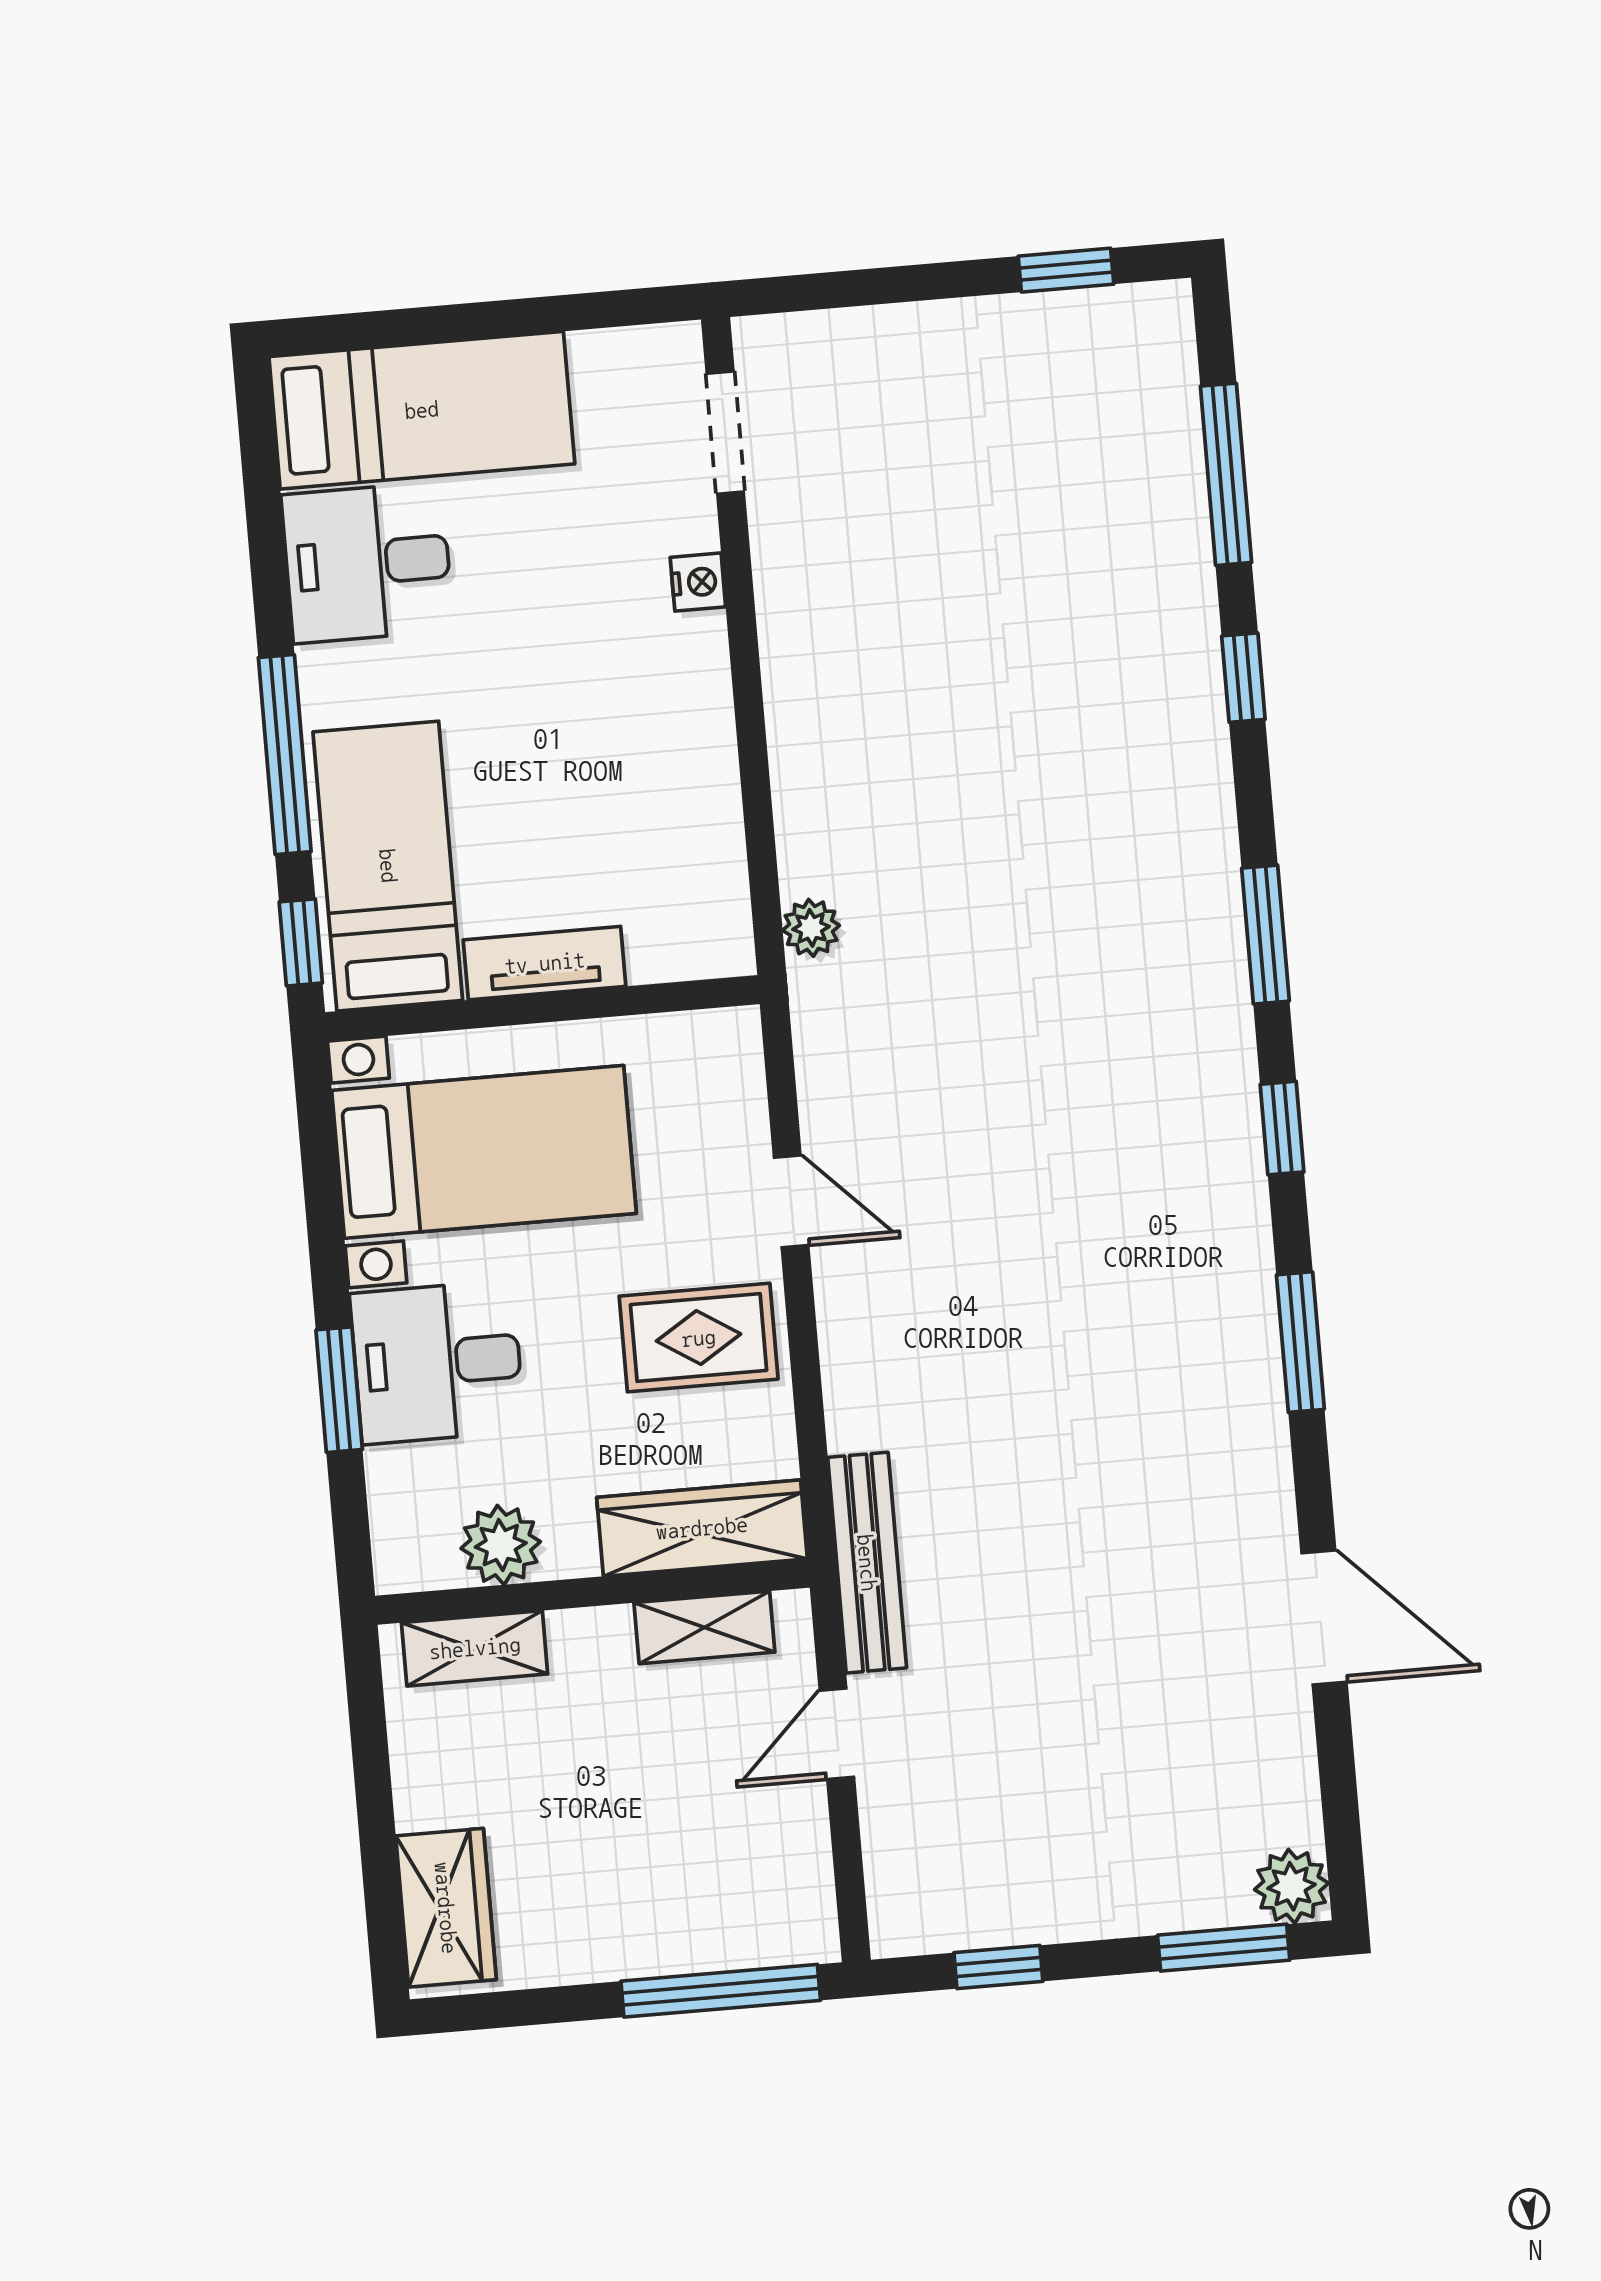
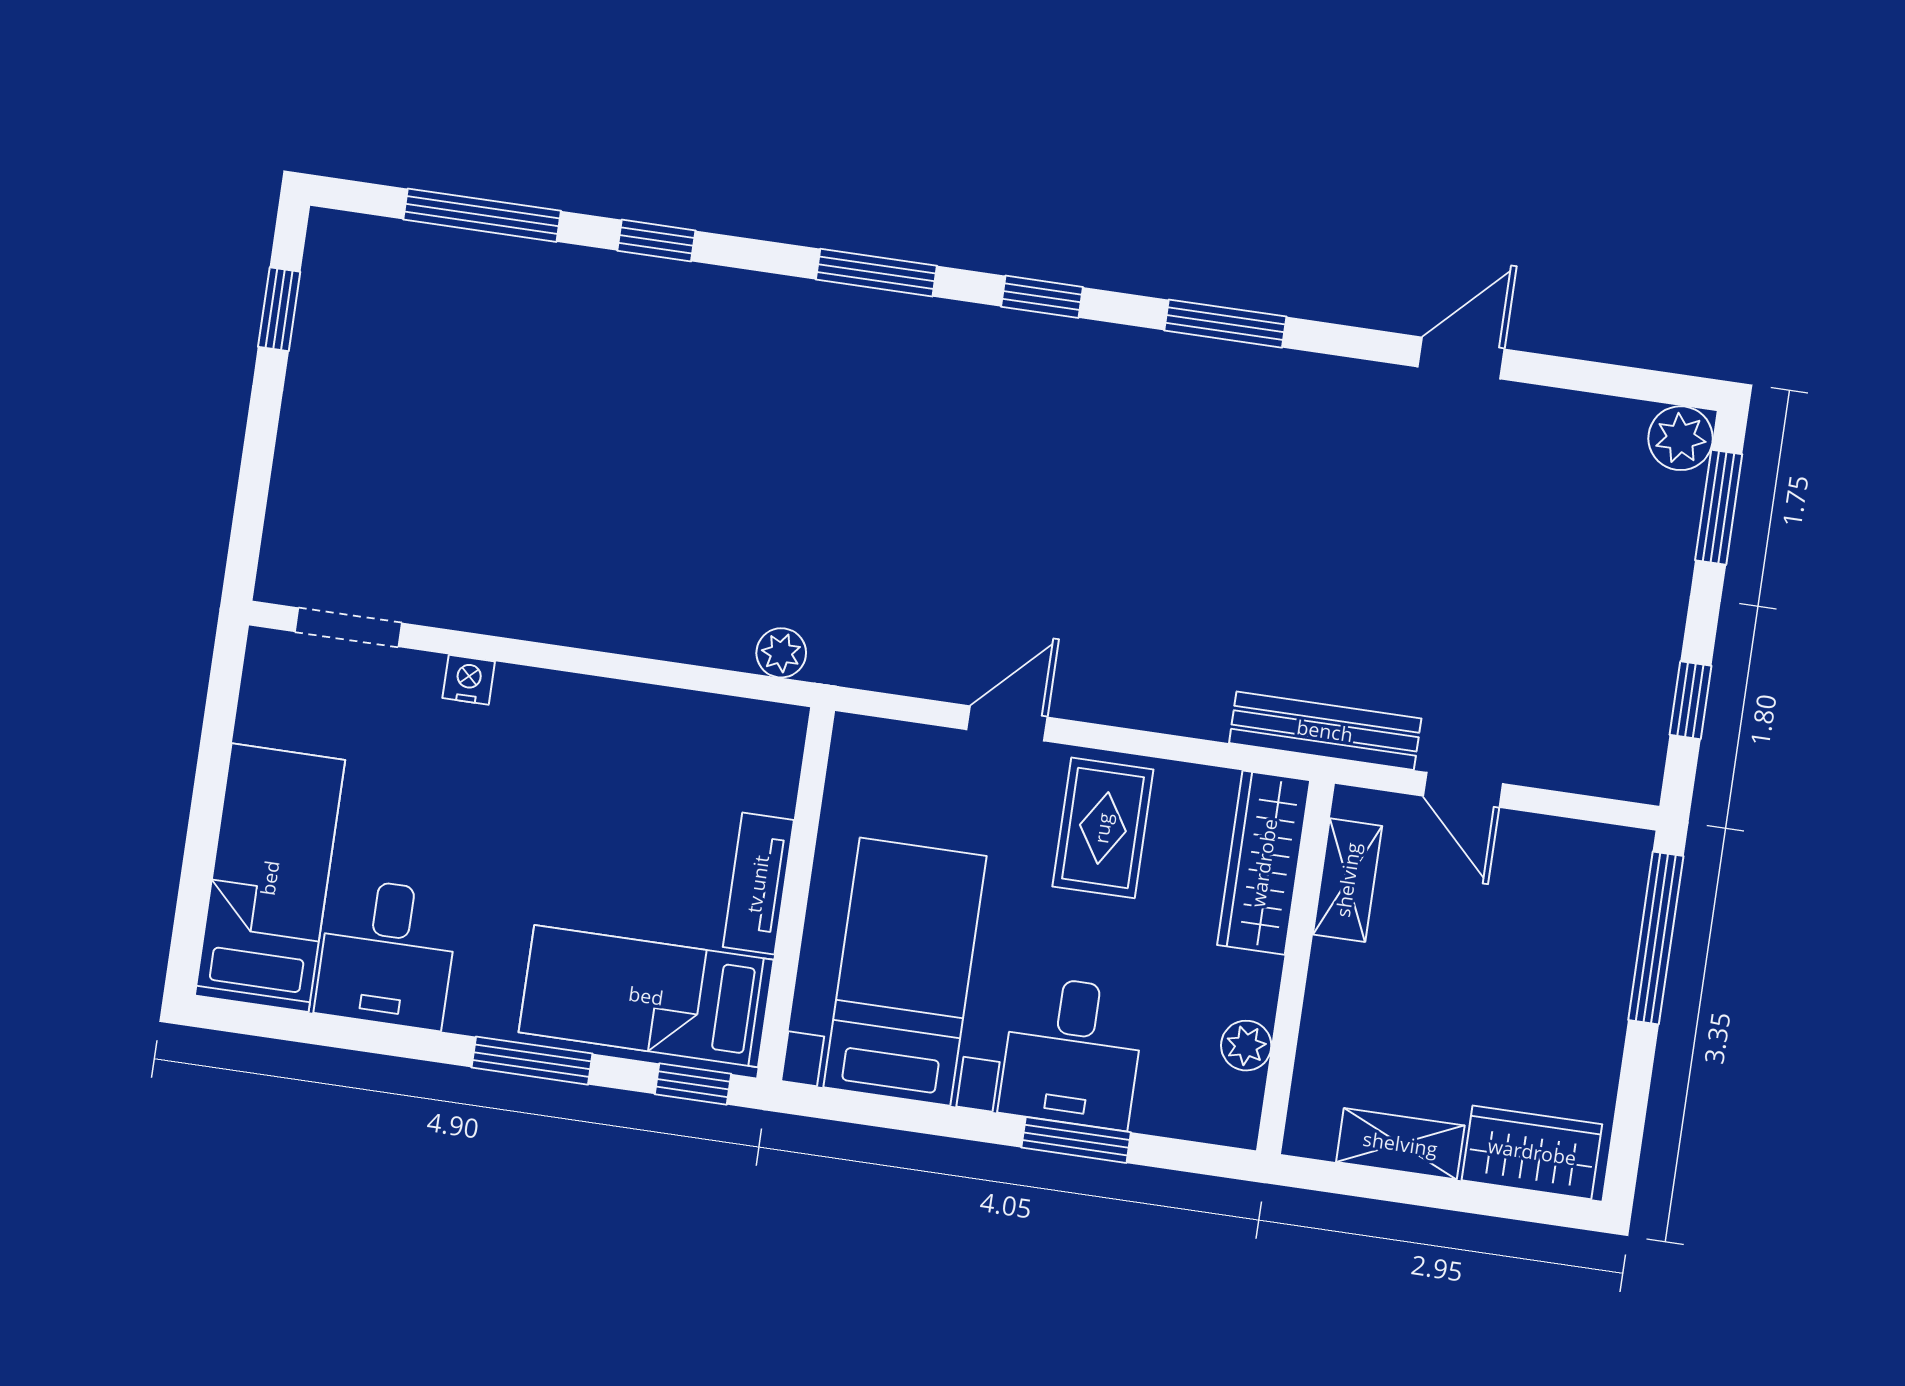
window: (285, 755) -> (532, 1061), width x0.69
plant: (501, 1545) -> (1246, 1046), width x0.73, depth x0.73
door: (1324, 1617) -> (1461, 358), width x0.73
shelving: (475, 1648) -> (1400, 1144), moved, turned 90

